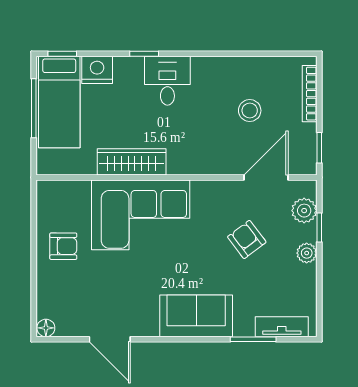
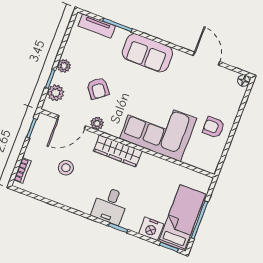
bookcase: (310, 94) -> (22, 171), width x0.64
wardrobe: (132, 162) -> (118, 151), moved
plant: (229, 190) -> (97, 123), added

